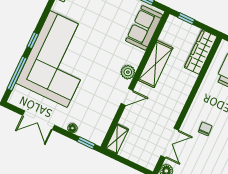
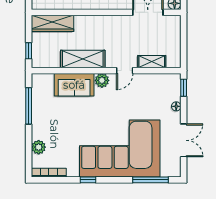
sofa: (144, 28) -> (74, 85), moved
window: (33, 40) -> (88, 180), moved
door: (127, 97) -> (125, 71), swing flipped
shelving: (117, 139) -> (152, 62), moved

